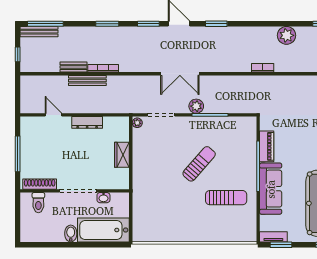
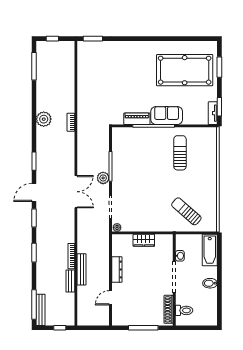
plant: (287, 35) -> (44, 119), moved
sun lounger: (199, 164) -> (186, 211), moved
sofa: (271, 189) -> (167, 115), width x0.73
bathtub: (103, 230) -> (210, 250), width x0.73, depth x0.73

